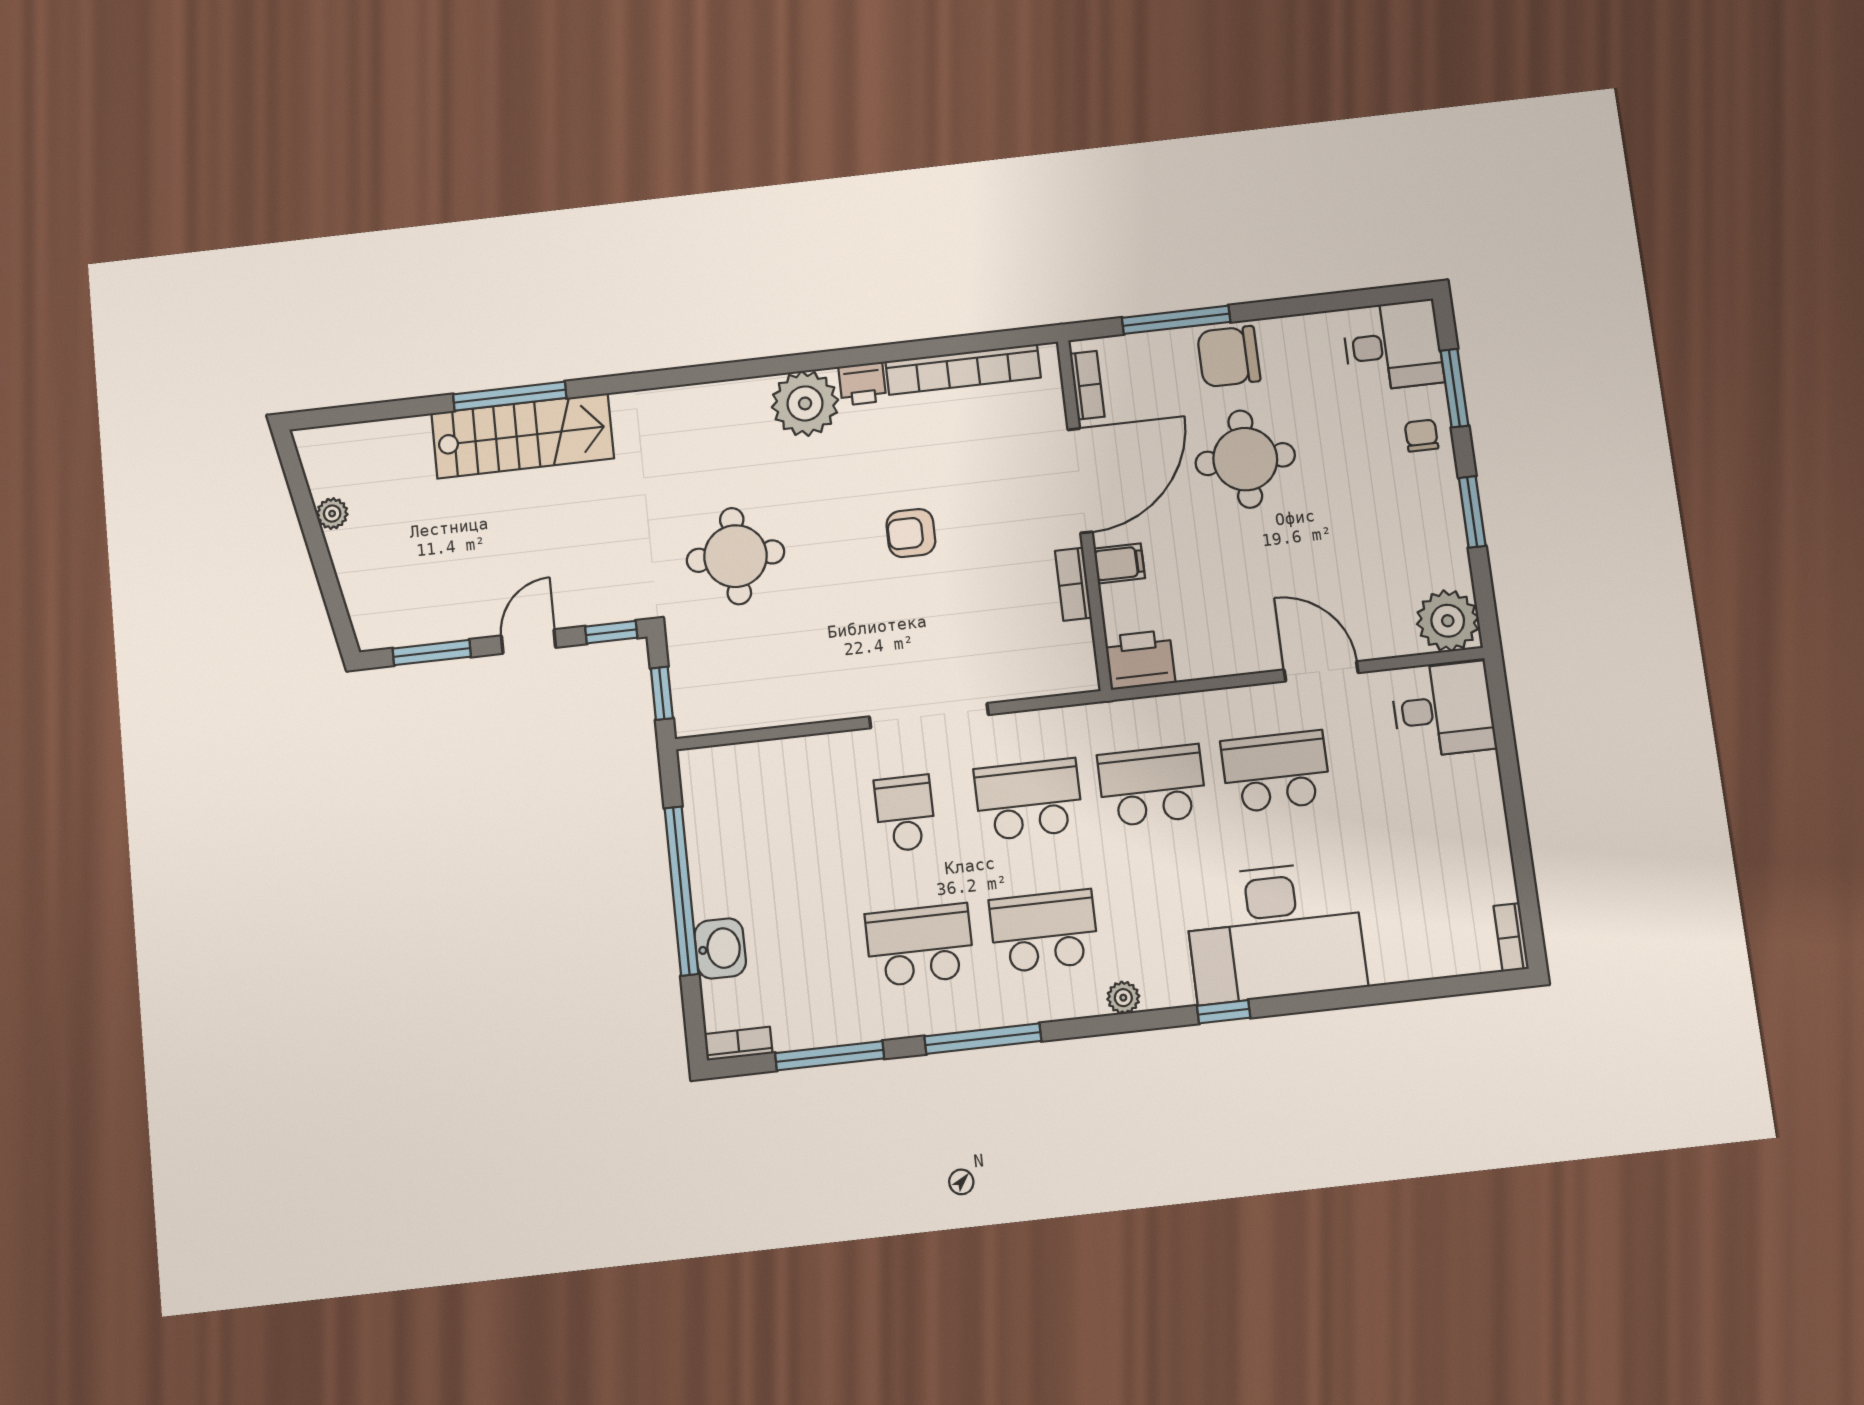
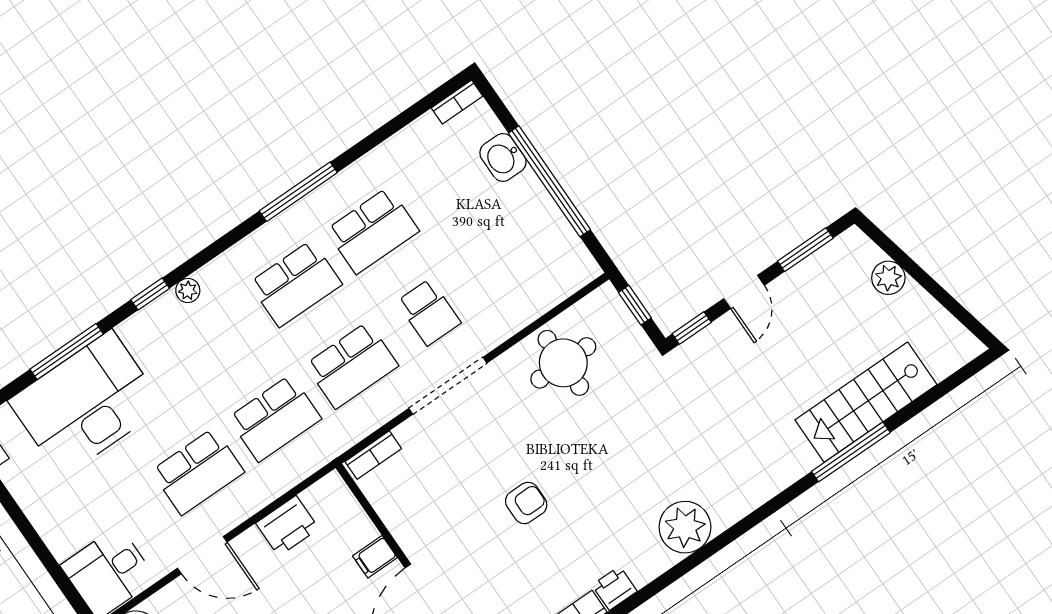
plant: (805, 403) -> (685, 527), moved
stairs: (523, 436) -> (866, 402), moved
plant: (332, 514) -> (888, 278), moved, width x1.38, depth x1.38
round table: (736, 556) -> (563, 363), moved
bookcase: (1073, 584) -> (373, 455), moved, turned 90
printer: (1140, 660) -> (287, 526), moved
desk: (1275, 932) -> (86, 404), moved
plant: (1123, 998) -> (188, 290), moved
window: (830, 1056) -> (67, 352), moved

